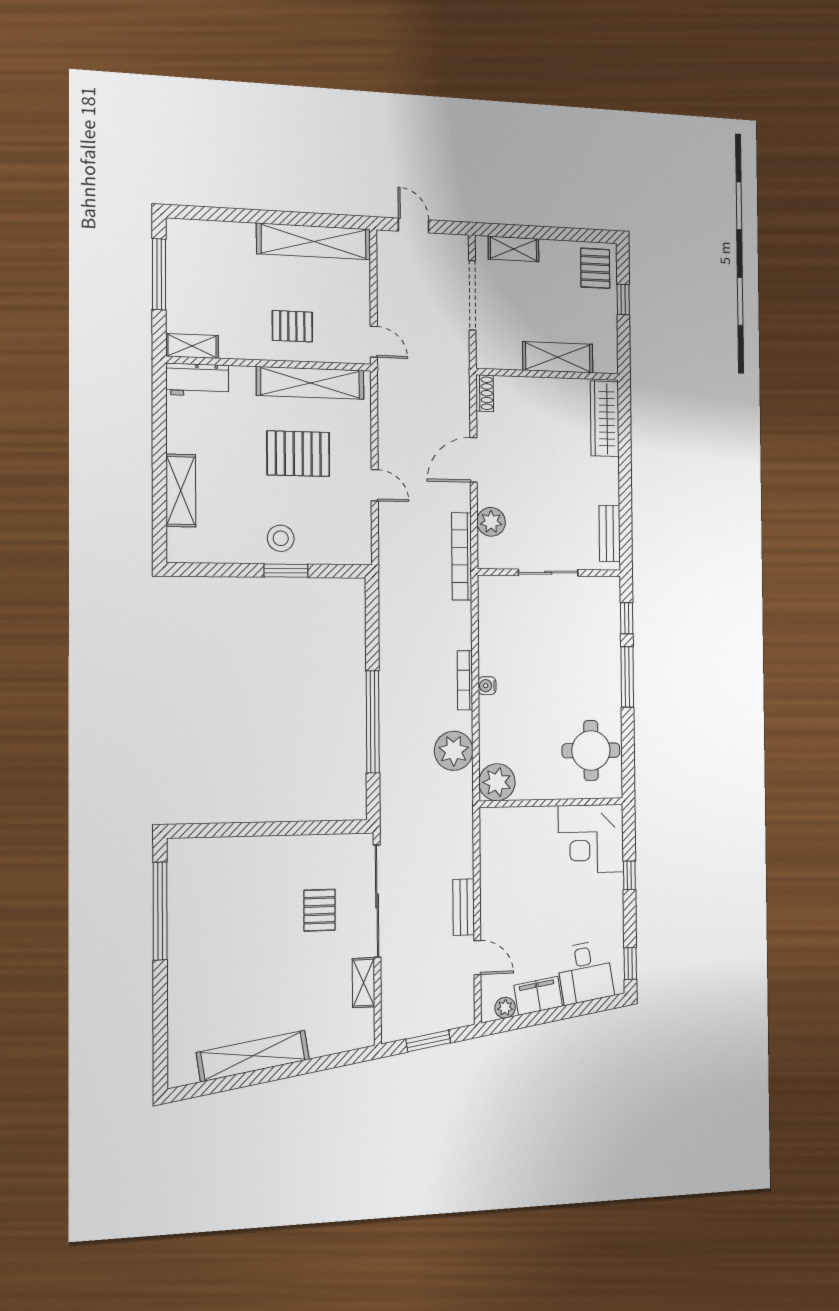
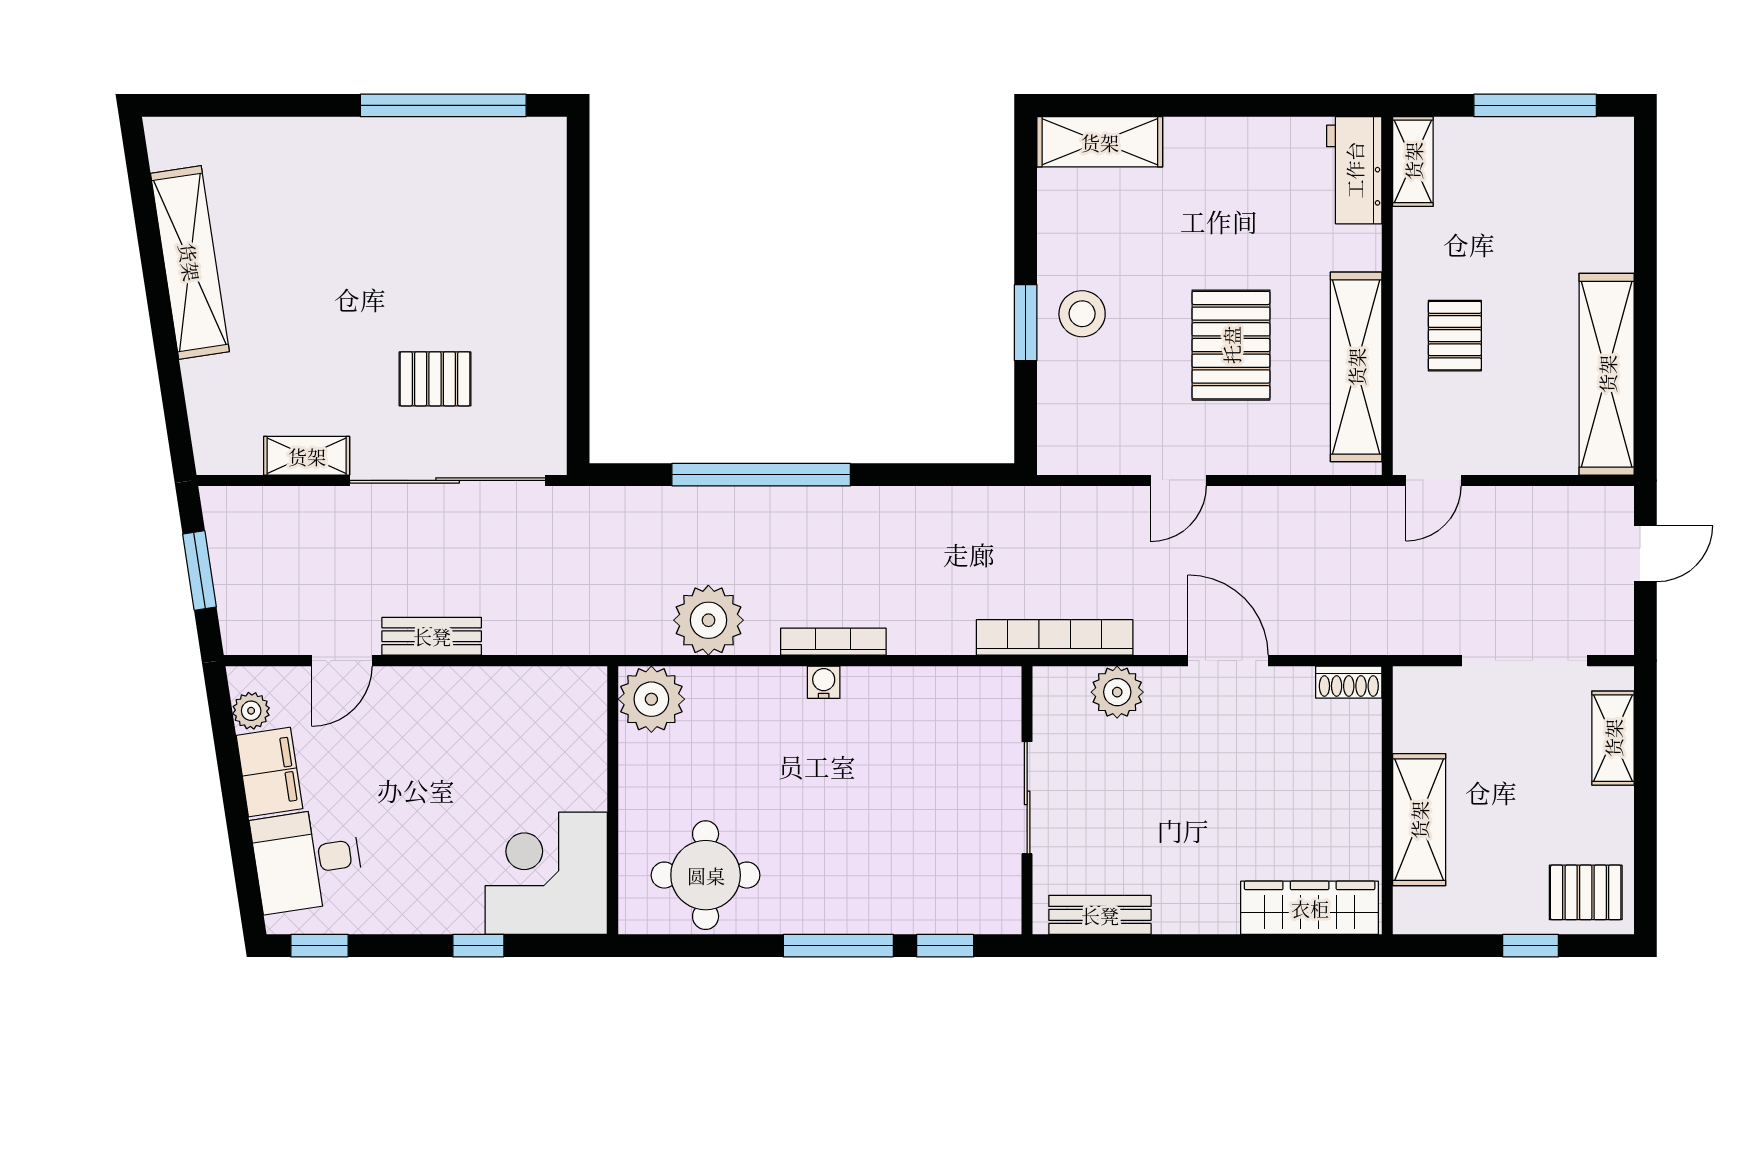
shelving: (181, 491) -> (1100, 142), moved

